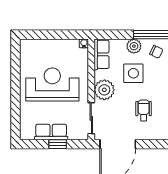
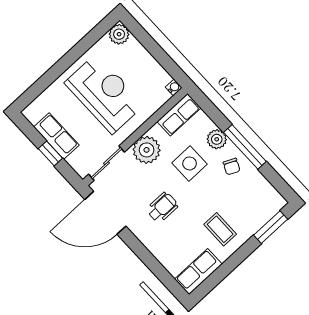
plant: (27, 46) -> (119, 34), added

